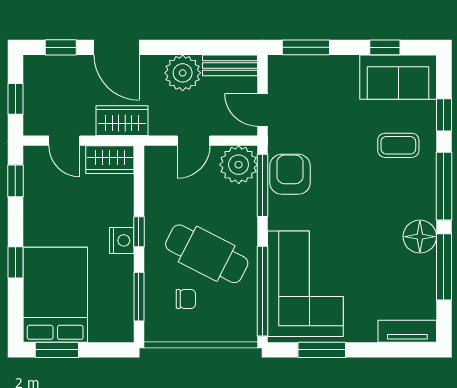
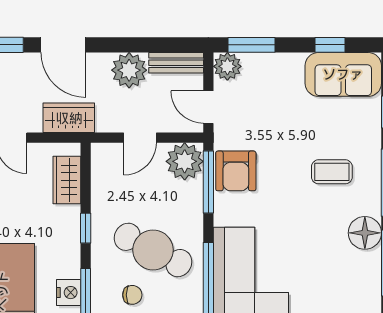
plant: (282, 69) -> (227, 66), added
coffee table: (398, 145) -> (332, 172), moved
wardrobe: (110, 160) -> (67, 180), moved, turned 90
armchair: (290, 174) -> (236, 171), turned 180
nightstand: (122, 240) -> (69, 293), moved

